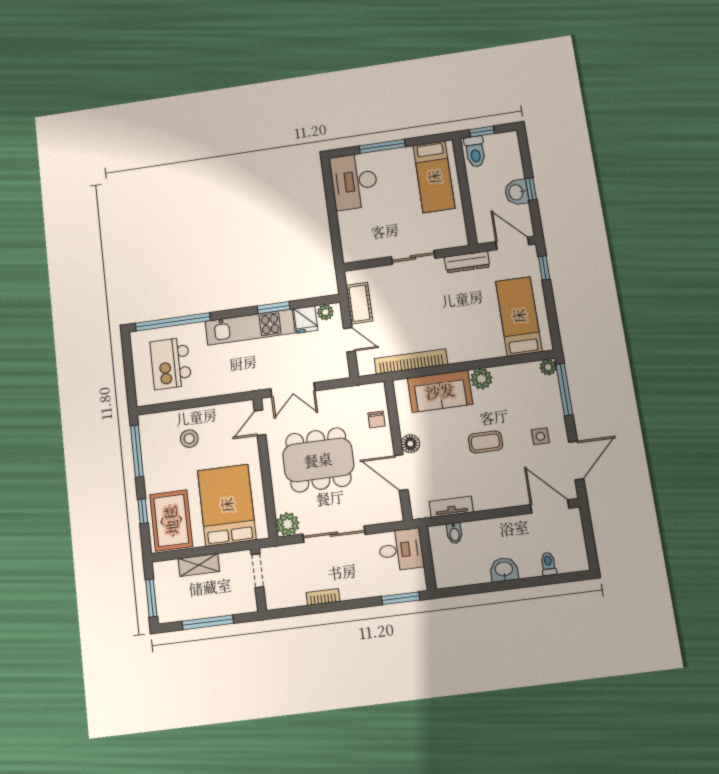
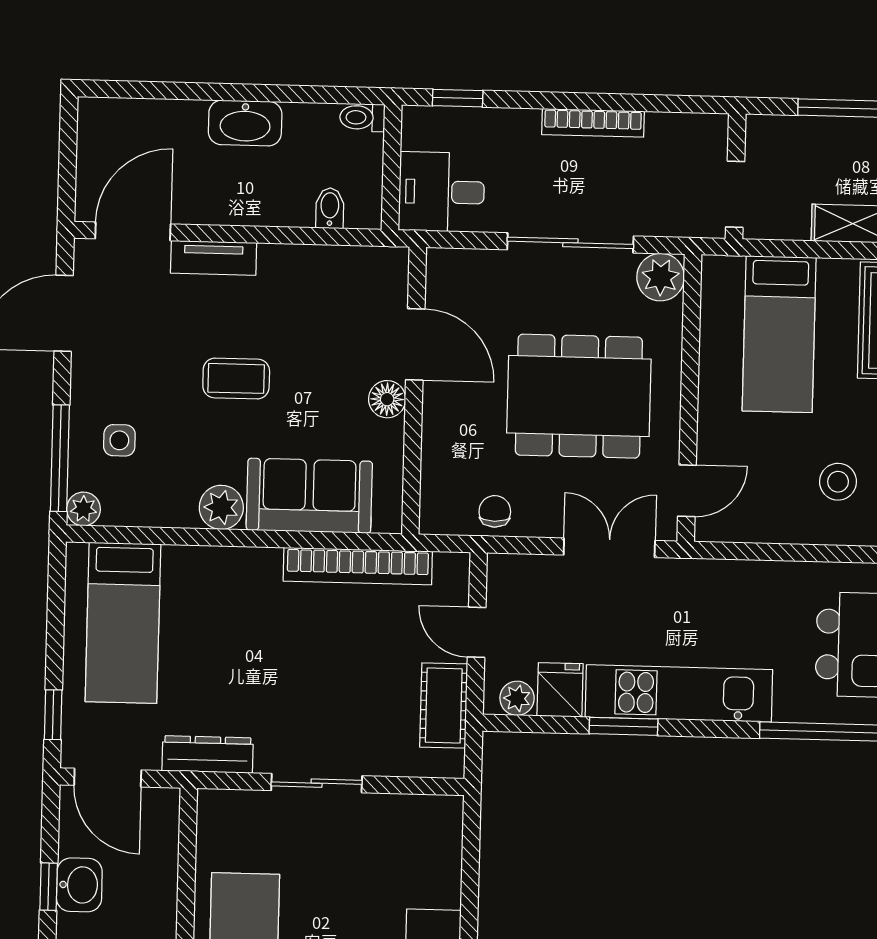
chair: (376, 420) -> (495, 511), moved
side table: (540, 436) -> (119, 440), moved
bed: (227, 505) -> (779, 334), width x0.67
door: (550, 506) -> (133, 231), swing flipped
tv unit: (451, 507) -> (214, 258), moved
toilet: (548, 564) -> (362, 117), moved, turned 90
washbasin: (504, 570) -> (245, 123), width x1.38
bookcase: (323, 597) -> (593, 123), width x1.56
window: (401, 598) -> (458, 98), width x0.67

